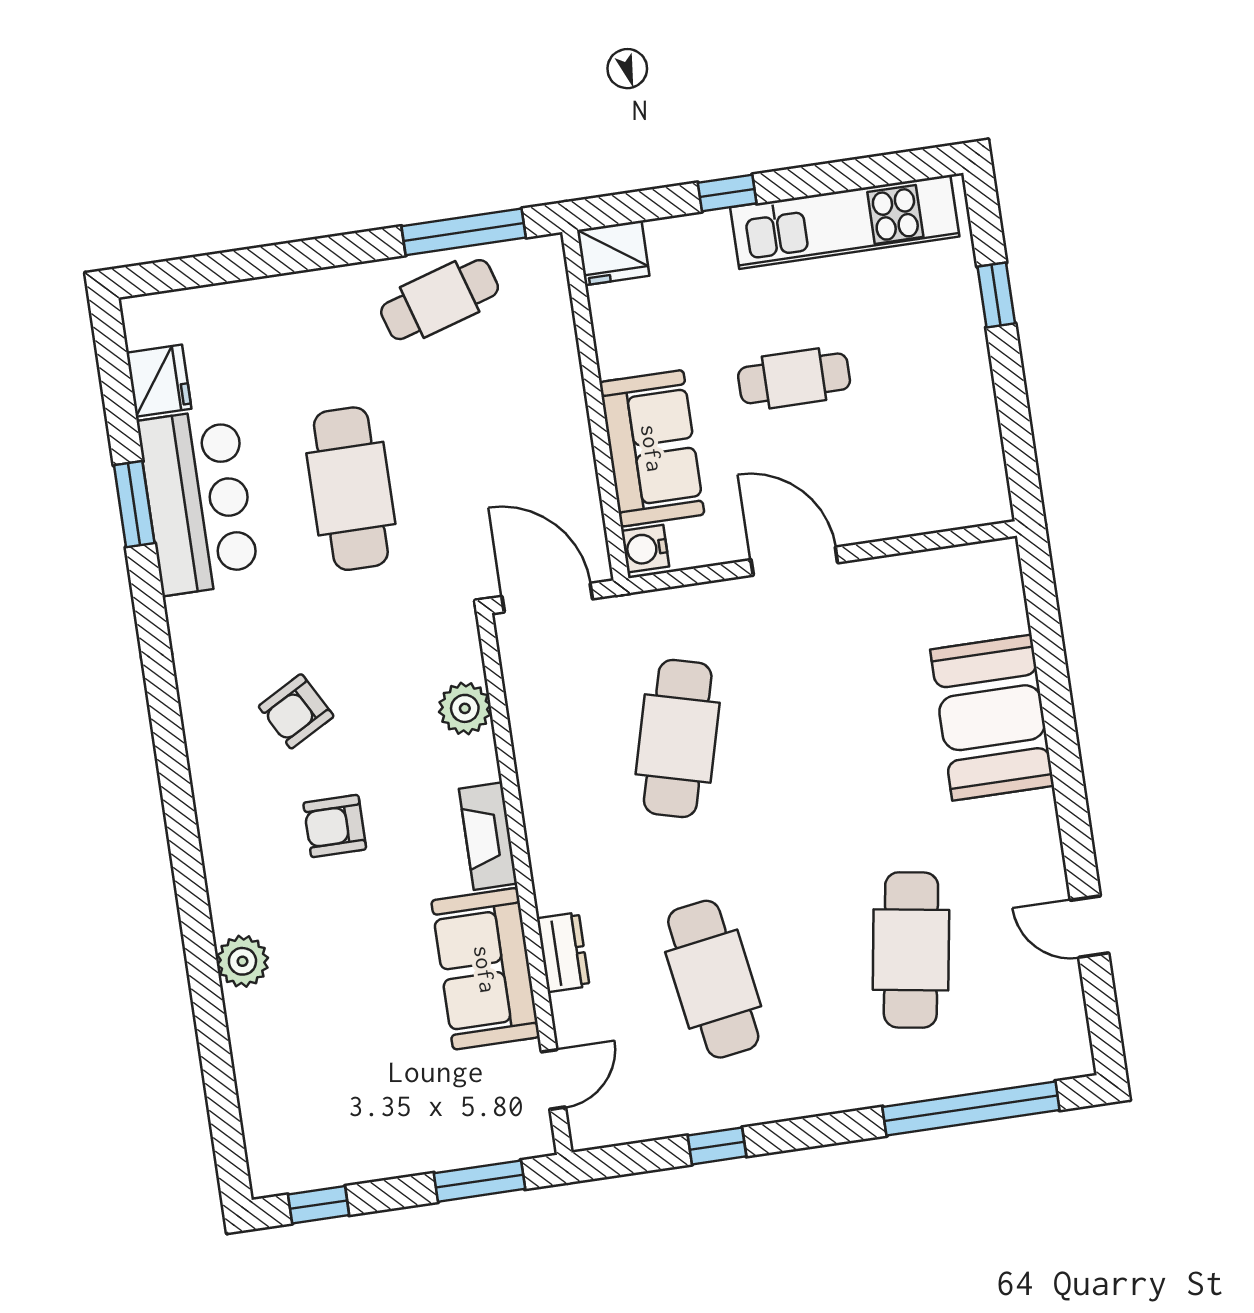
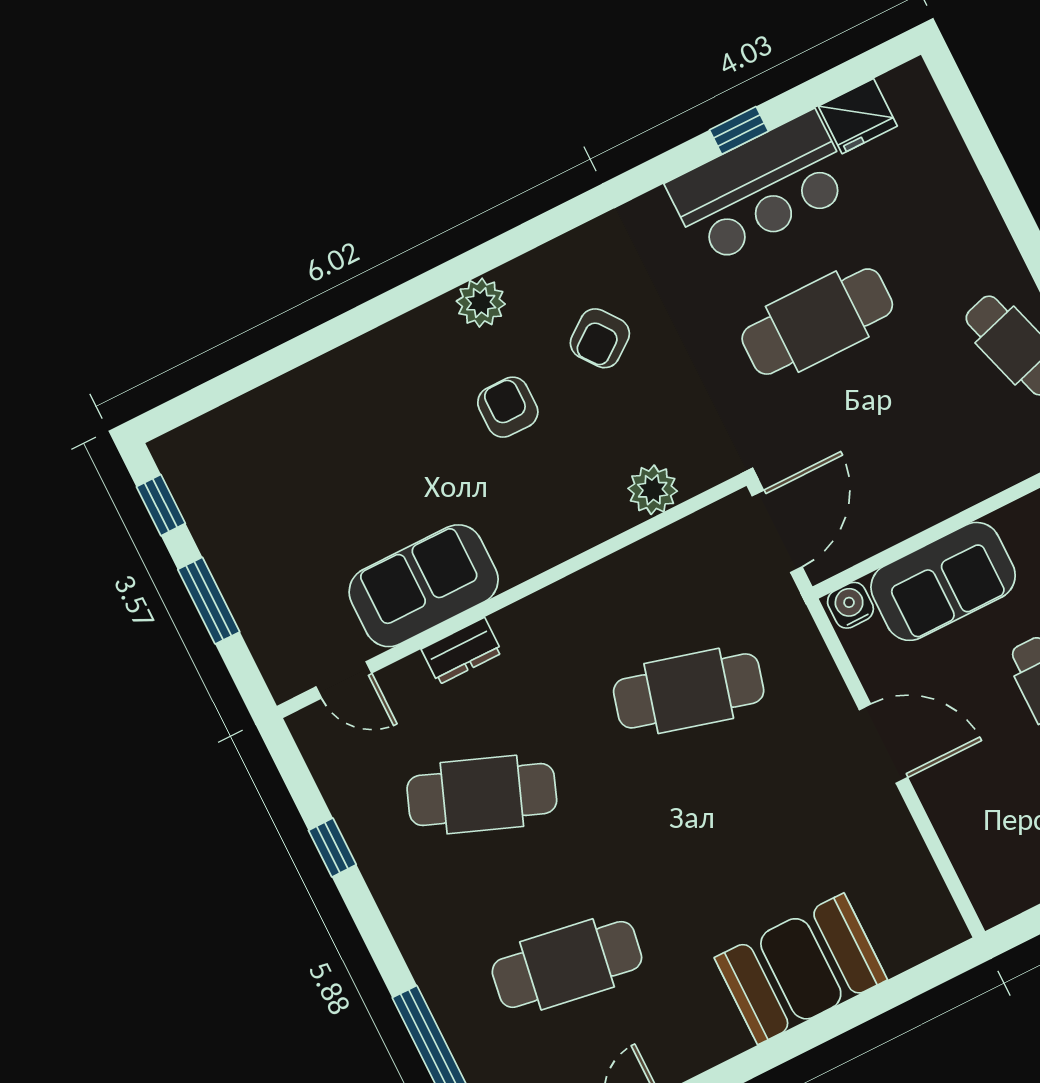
window: (134, 504) -> (739, 130), width x0.67
door: (794, 561) -> (883, 744), hinge flipped
armchair: (296, 711) -> (600, 338), turned -98
fireplace: (488, 836) -> (544, 549), removed
plant: (242, 961) -> (481, 303), moved
cafe table: (713, 979) -> (482, 795), turned 30
window: (479, 1181) -> (209, 601), moved

